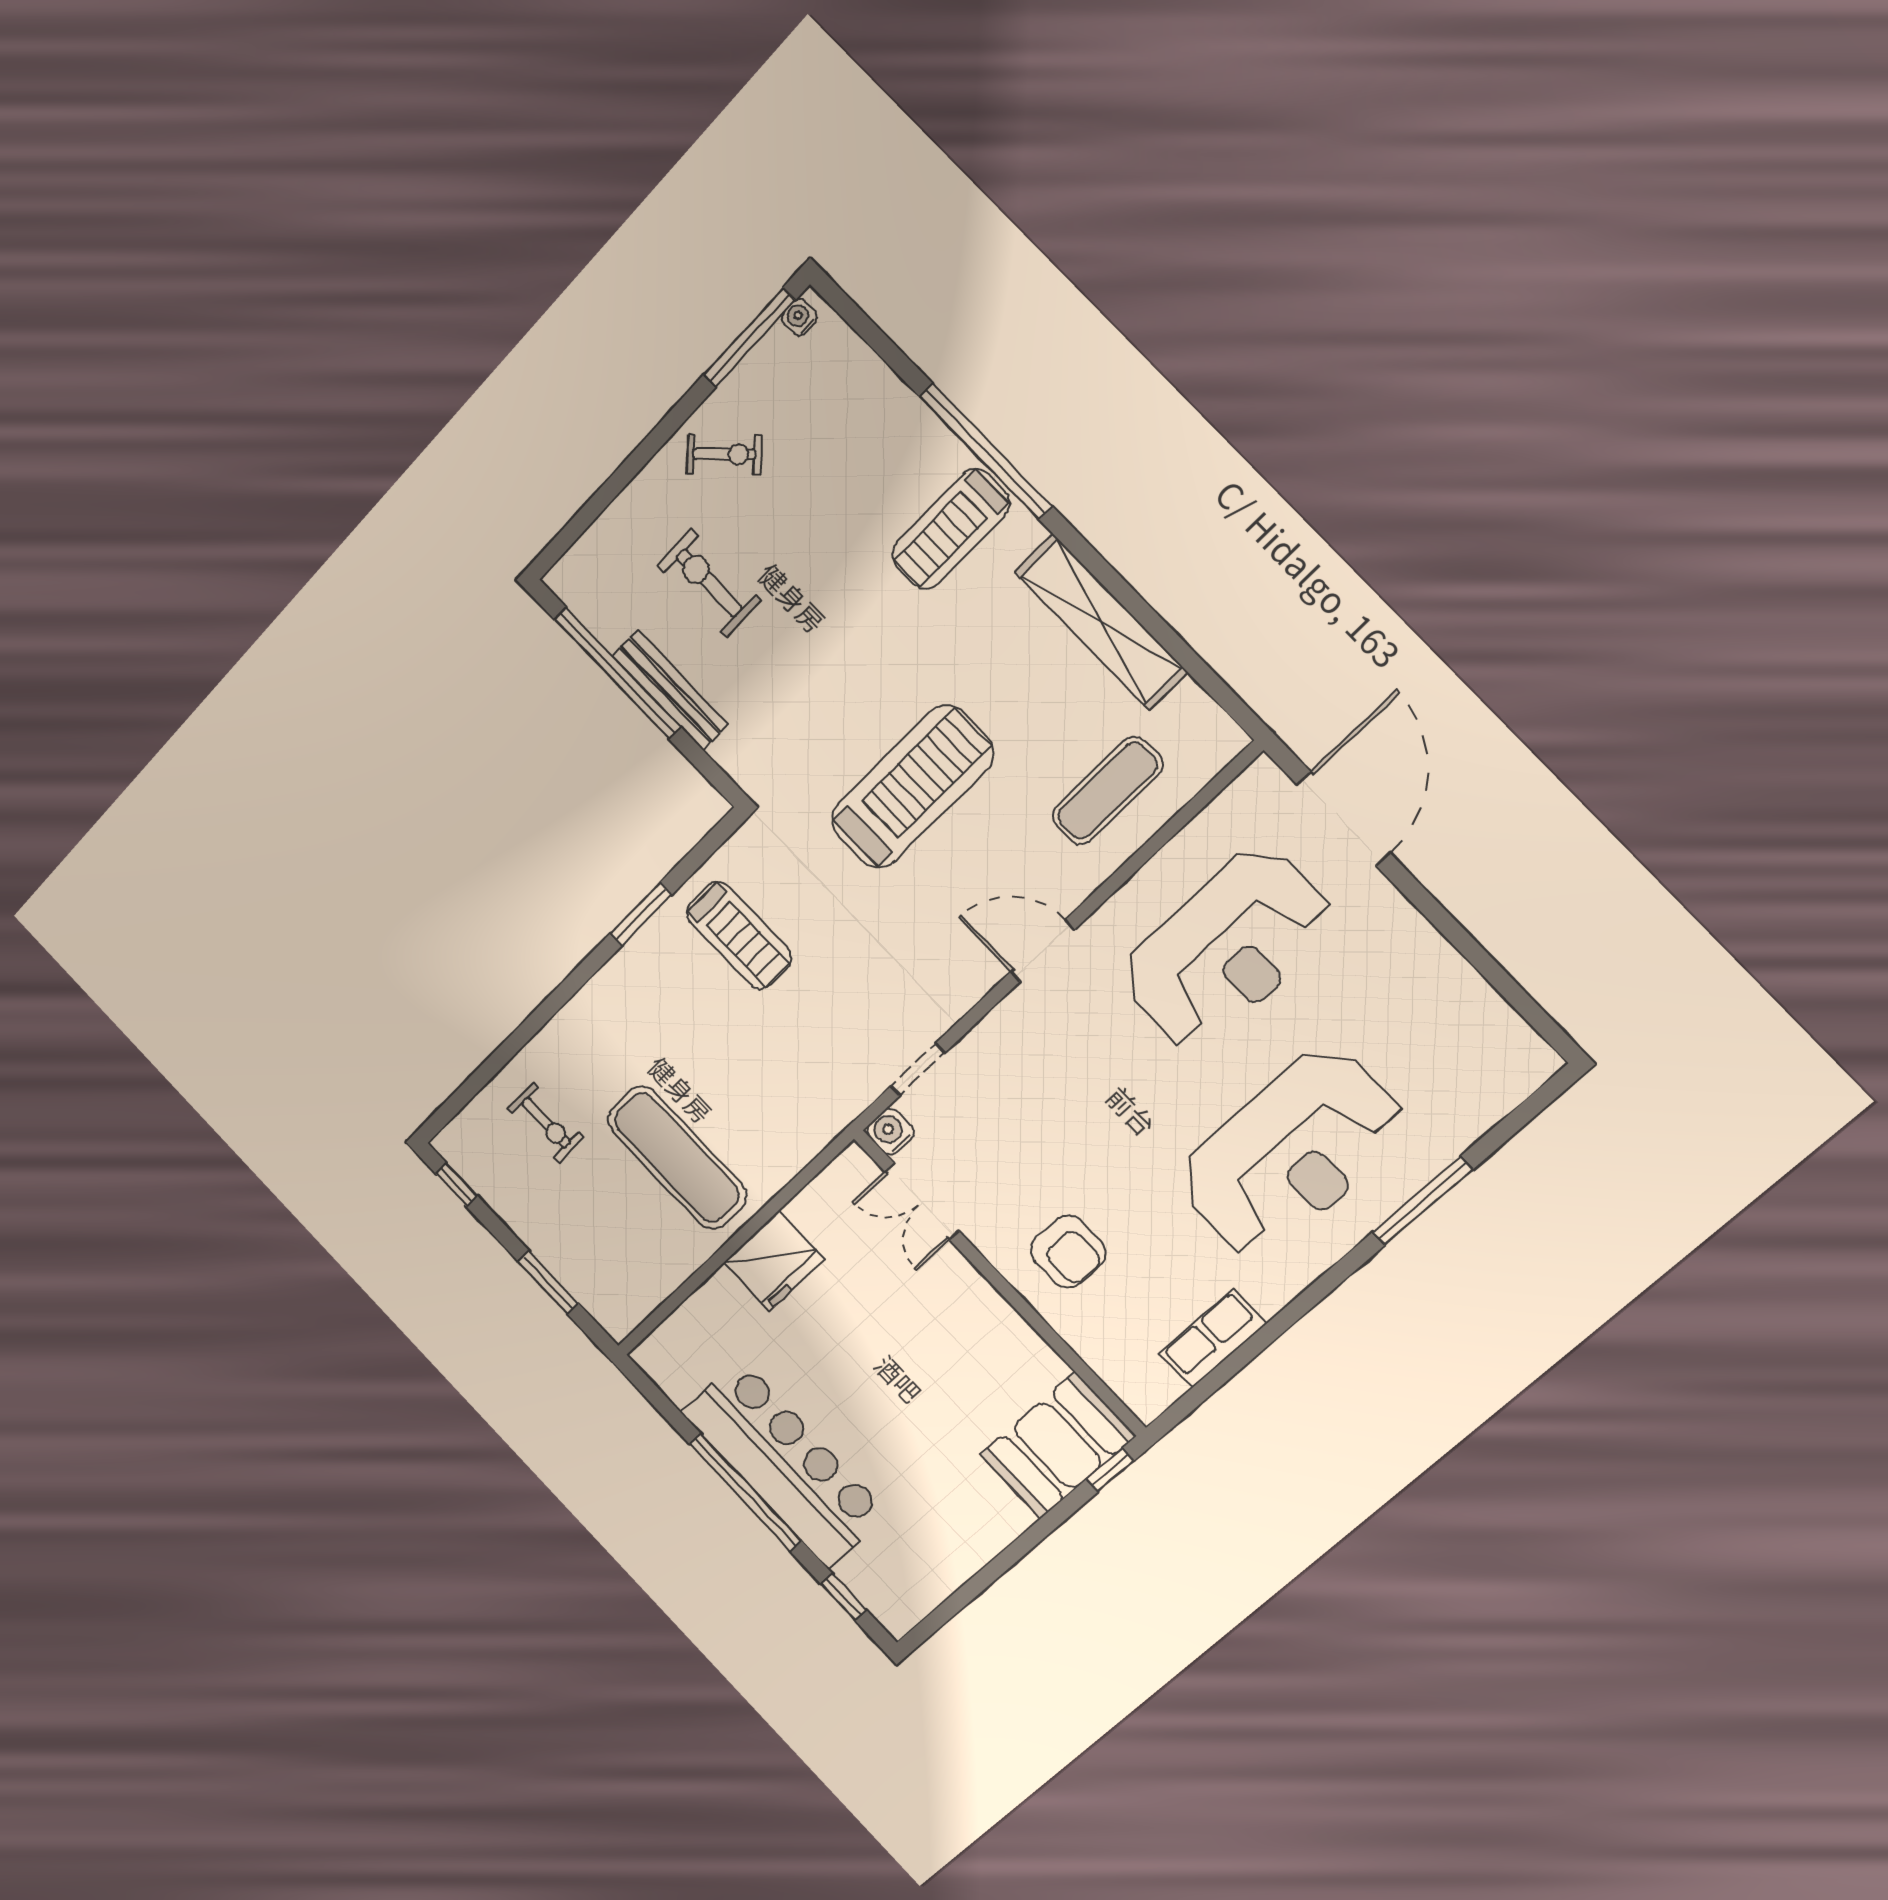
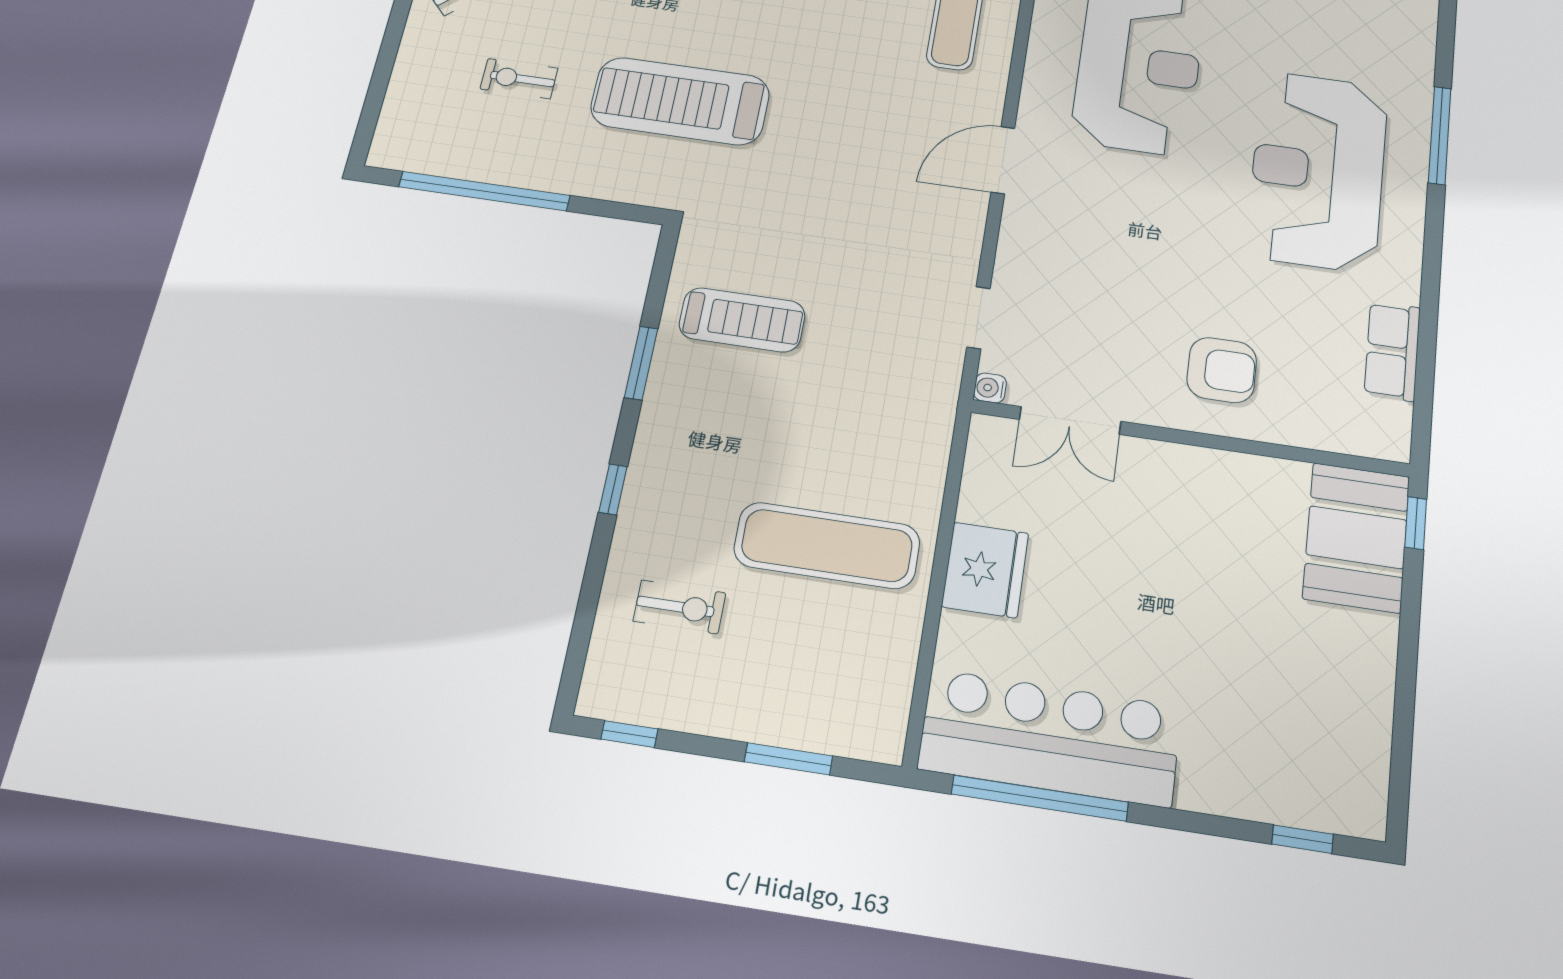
exercise bike: (709, 583) -> (519, 79), width x0.73, depth x0.72
bench: (670, 690) -> (541, 174), removed
treadmill: (912, 787) -> (680, 101), moved, turned -90
window: (557, 1000) -> (613, 489), added
water cooler: (890, 1132) -> (990, 388), width x0.72, depth x0.72
reception desk: (1291, 1153) -> (1318, 171), turned 180
bar counter: (785, 1463) -> (1050, 738), moved
window: (745, 1492) -> (1040, 798), moved

